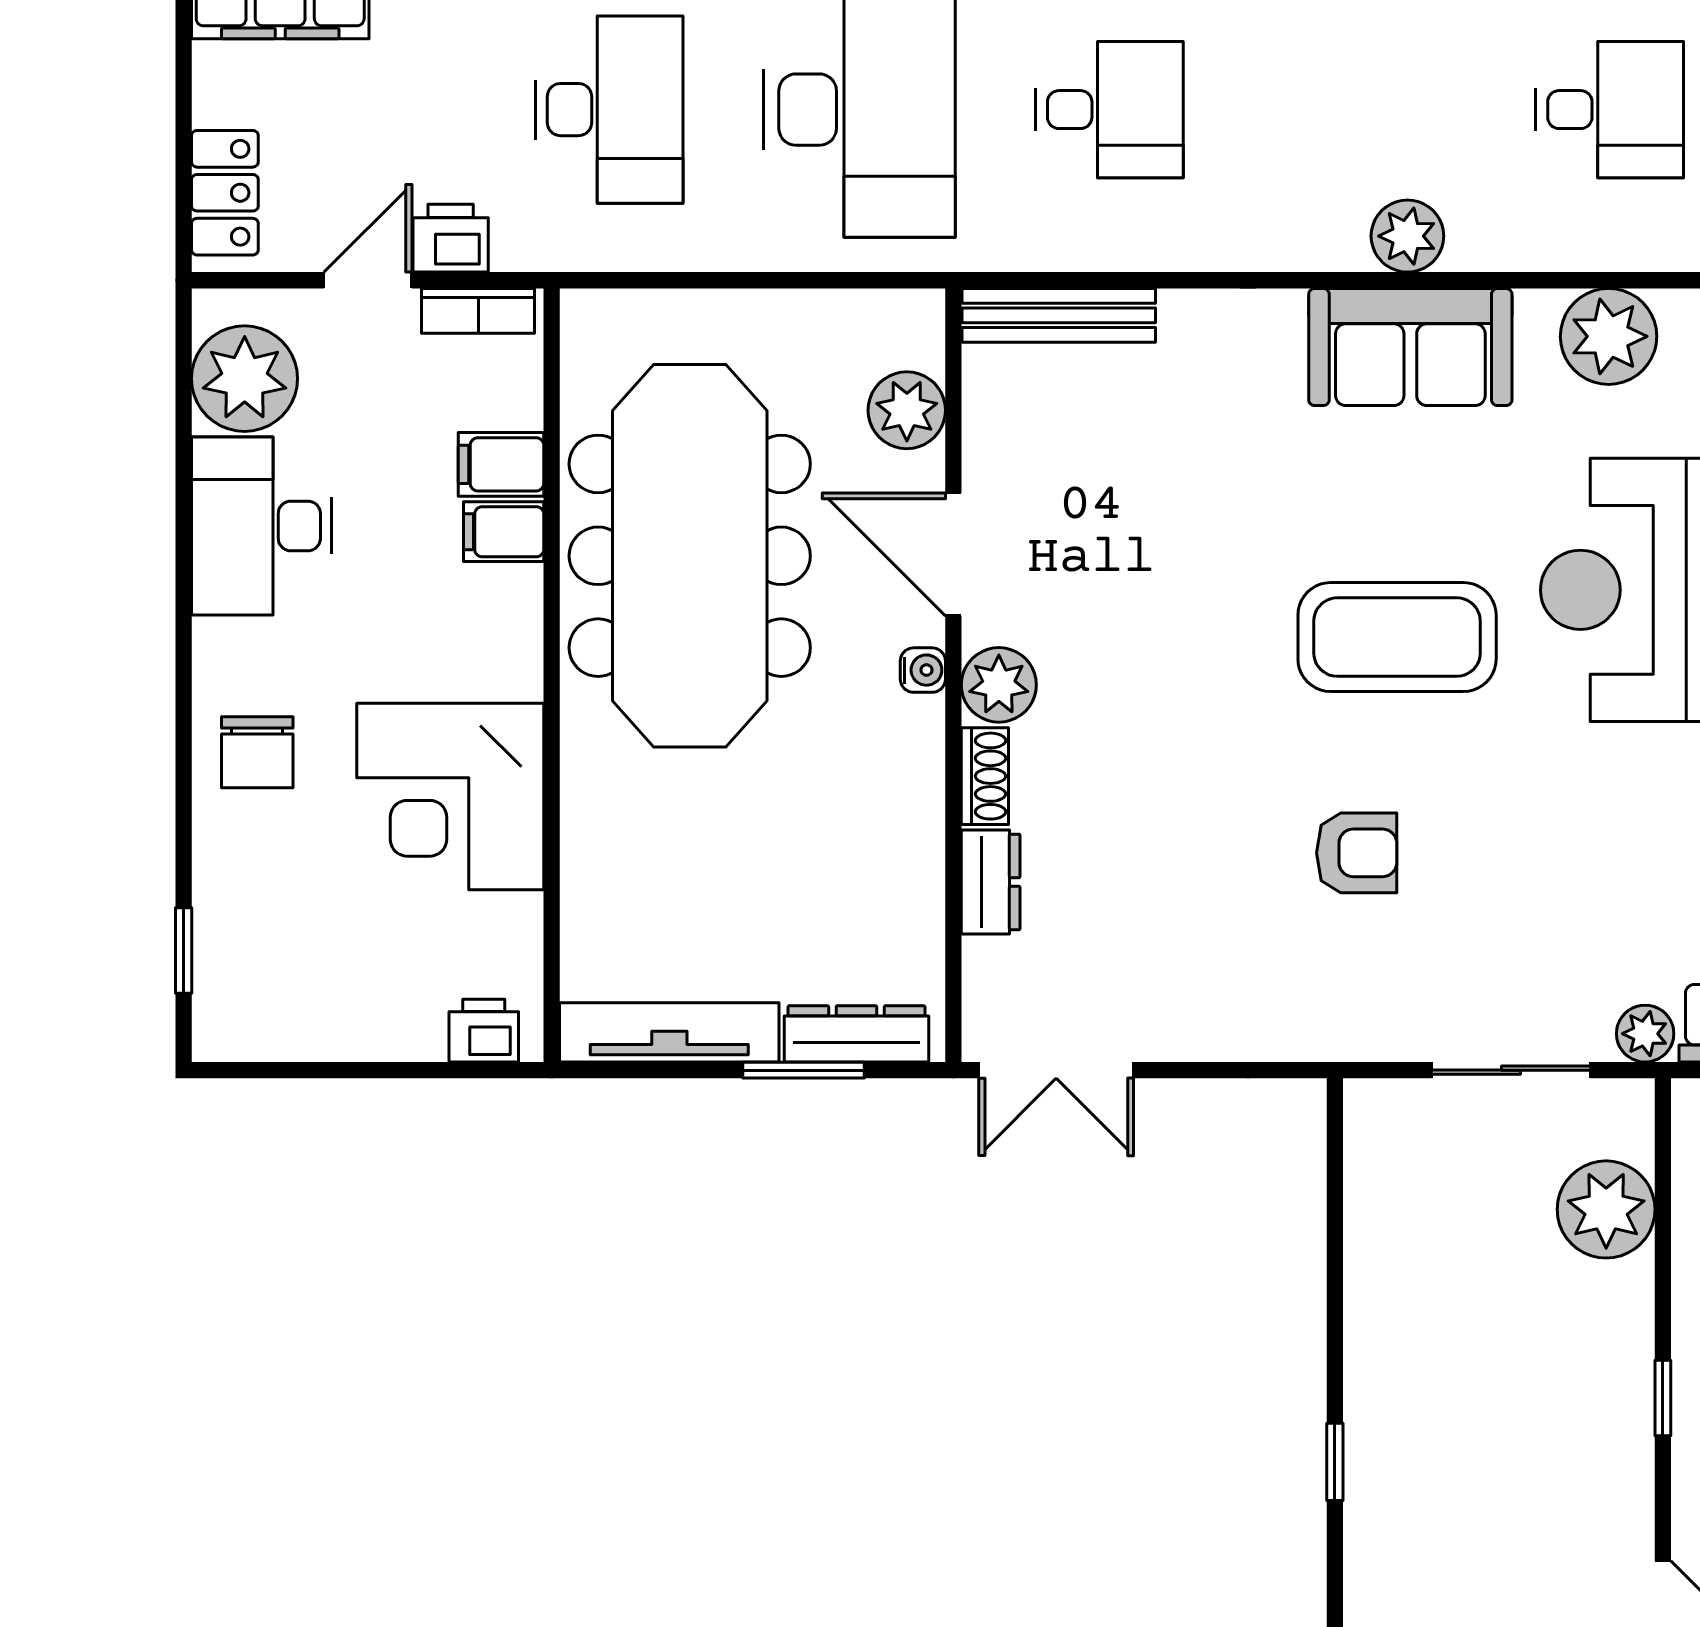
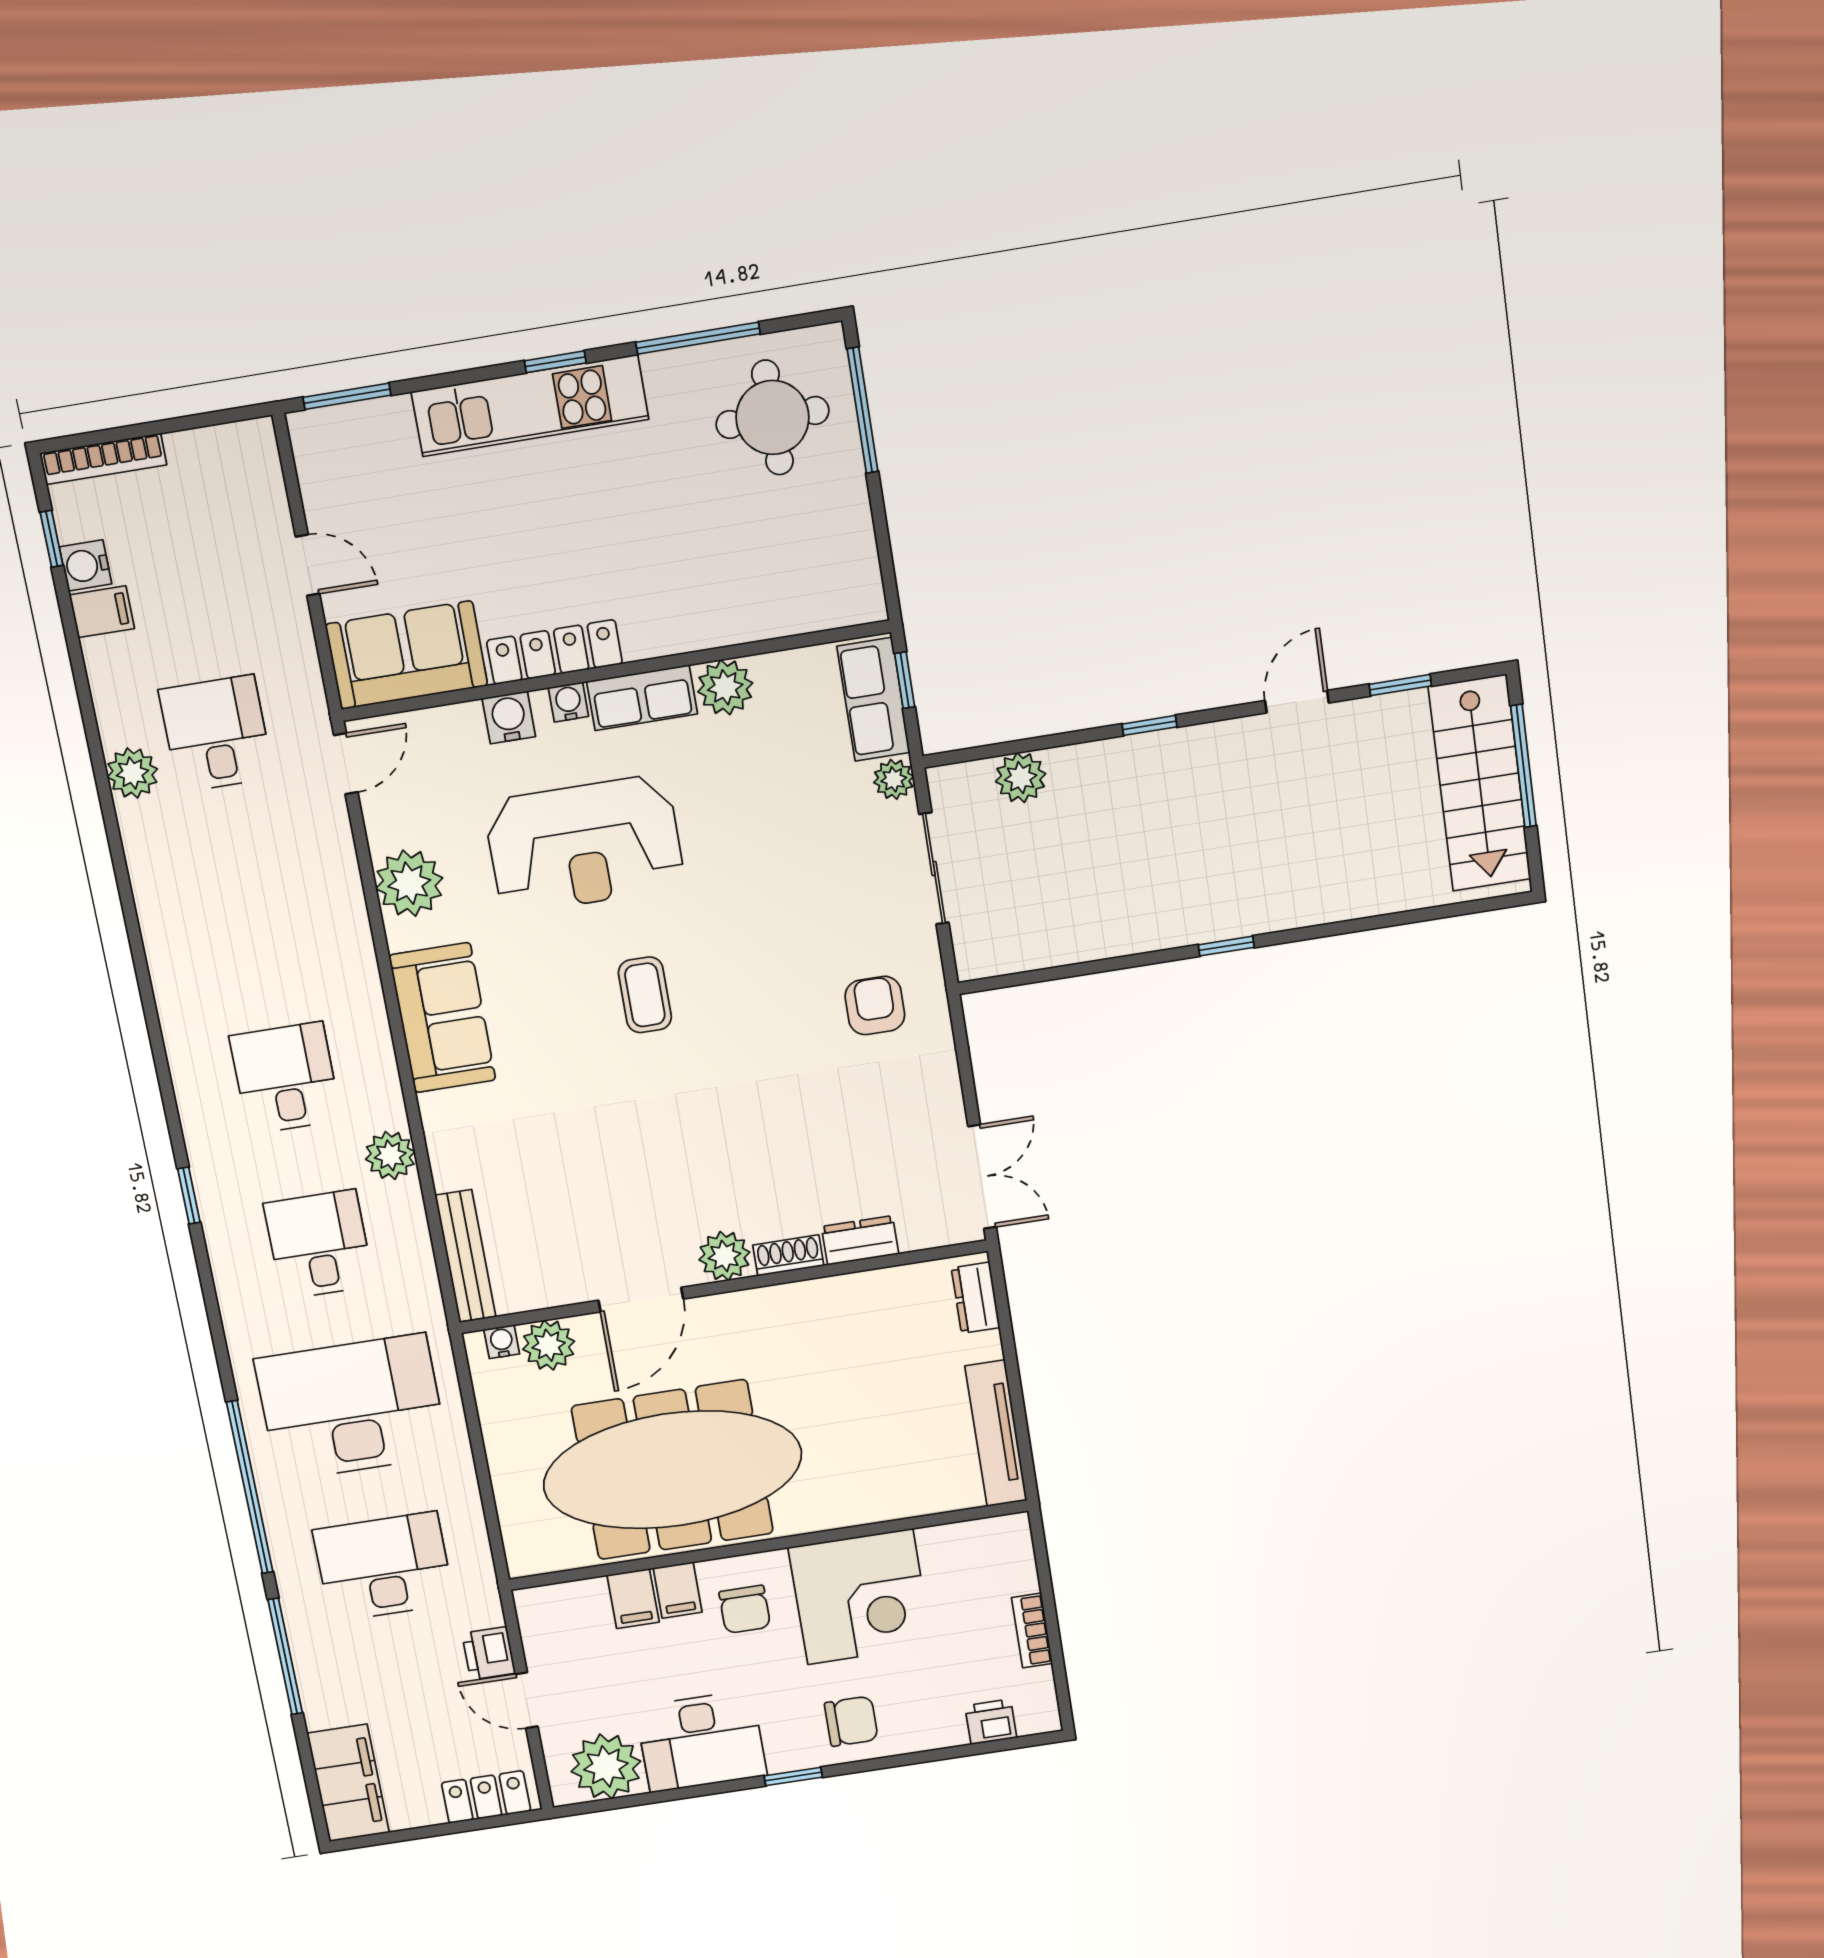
desk: (1610, 110) -> (285, 1078), moved
plant: (1407, 236) -> (390, 1155), moved
bookcase: (478, 311) -> (1032, 1631), moved, turned 180
chair: (458, 625) -> (745, 1609), added
coffee table: (1397, 637) -> (645, 995), width x0.54, depth x0.58
water cooler: (923, 670) -> (502, 1342), moved
armchair: (1357, 853) -> (875, 1006), moved
window: (184, 950) -> (793, 1777), moved
printer: (484, 1031) -> (991, 1722), moved, turned 90
dresser: (856, 1034) -> (976, 1298), width x0.70
window: (804, 1070) -> (1008, 1343), removed
plant: (1606, 1209) -> (1021, 778), width x0.73, depth x0.73

